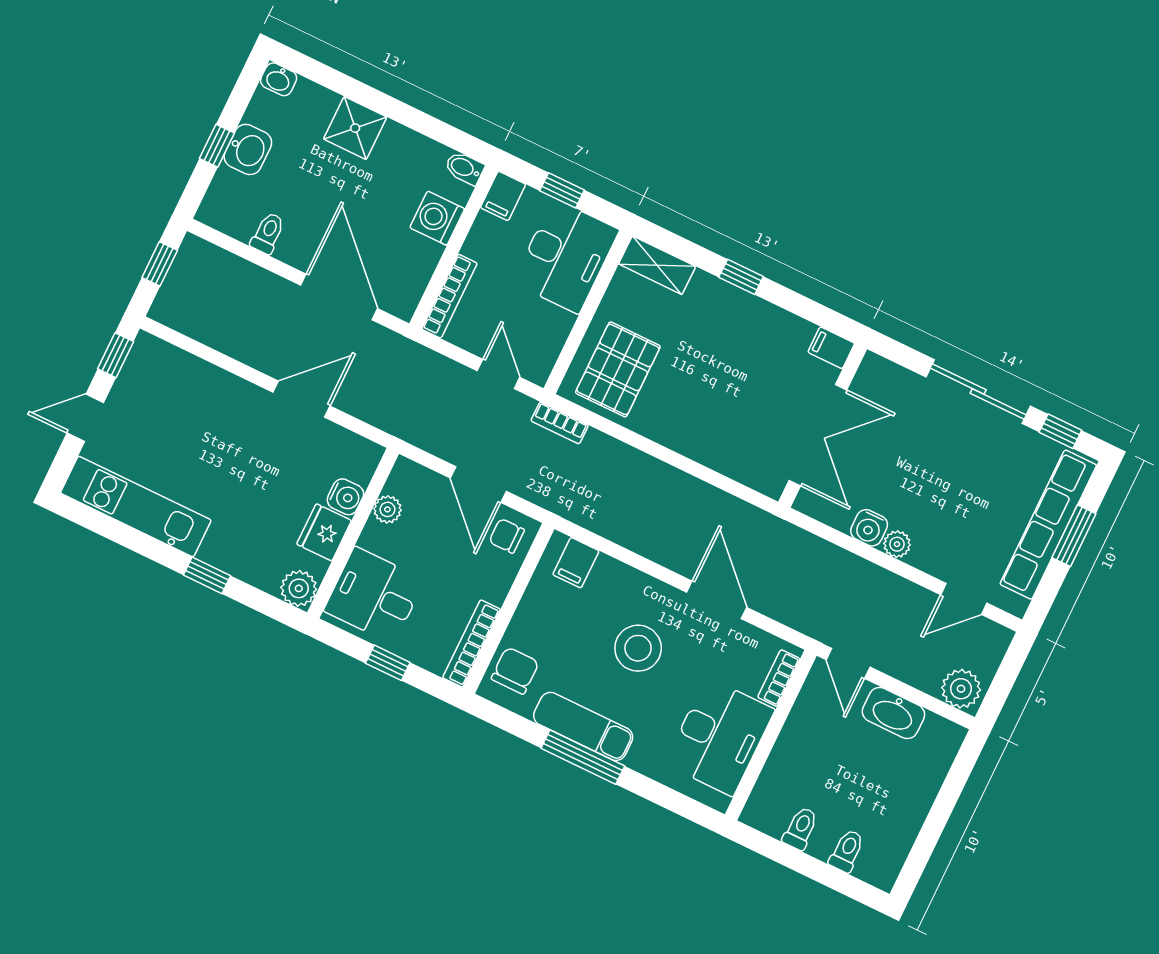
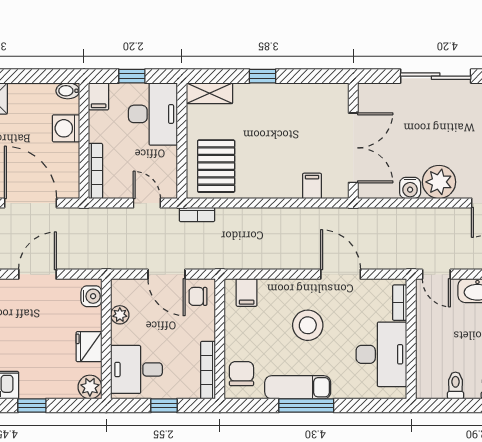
filing cabinet: (831, 348) -> (312, 186), moved, turned 90
water cooler: (345, 497) -> (91, 296), moved
plant: (897, 544) -> (439, 182), width x1.88, depth x1.88

